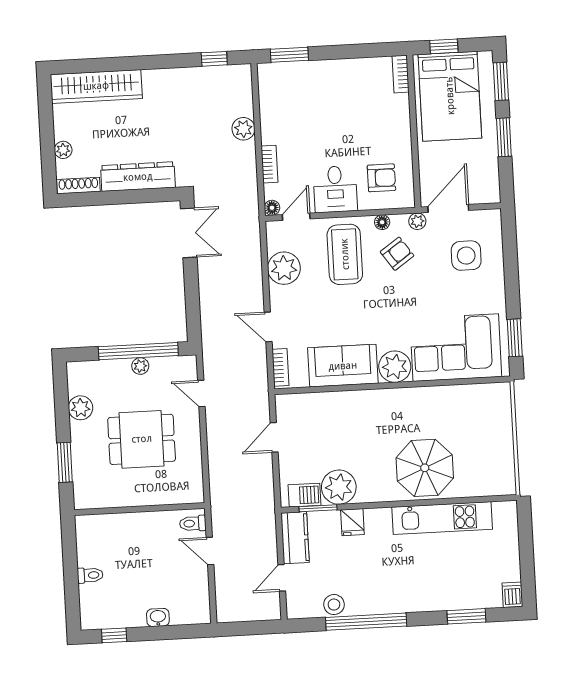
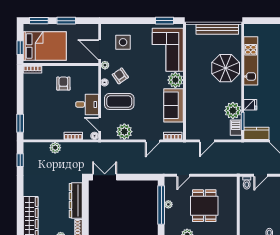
armchair: (381, 178) -> (63, 84), moved
door: (274, 437) -> (207, 141), hinge flipped
bench: (503, 446) -> (217, 29), added

